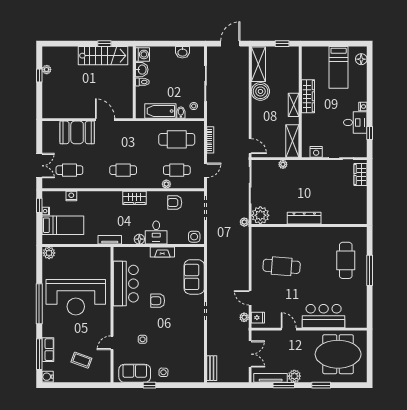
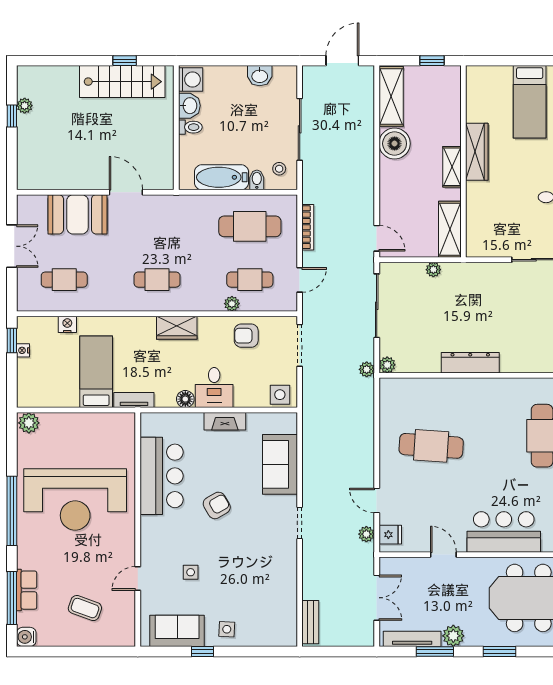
nightstand: (316, 152) -> (491, 248), removed
double door: (39, 166) -> (12, 246), moved
plant: (260, 215) -> (387, 365), width x0.53, depth x0.53
bed: (63, 225) -> (96, 372), moved, turned -90
armchair: (158, 301) -> (217, 505), turned 150

